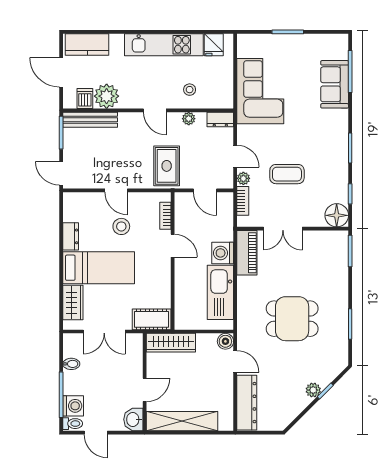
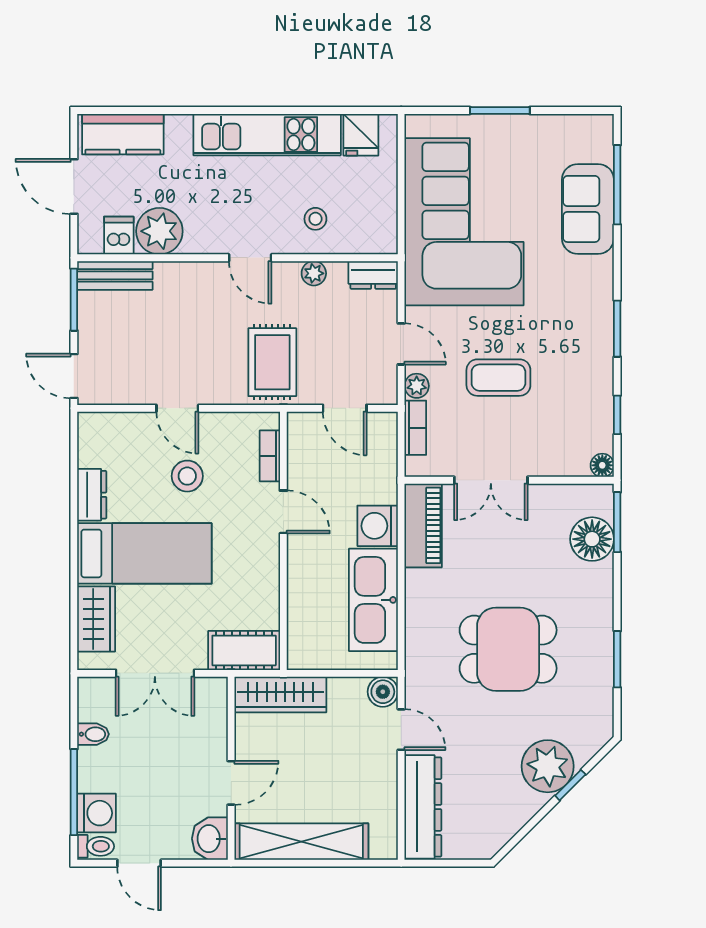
corner sofa: (260, 91) -> (464, 222), width x1.36, depth x1.36
bench: (90, 120) -> (115, 275), width x0.73
floor lamp: (337, 215) -> (602, 465), width x0.53, depth x0.53
floor lamp: (337, 260) -> (592, 539), added
plant: (313, 390) -> (548, 766), width x1.88, depth x1.88

